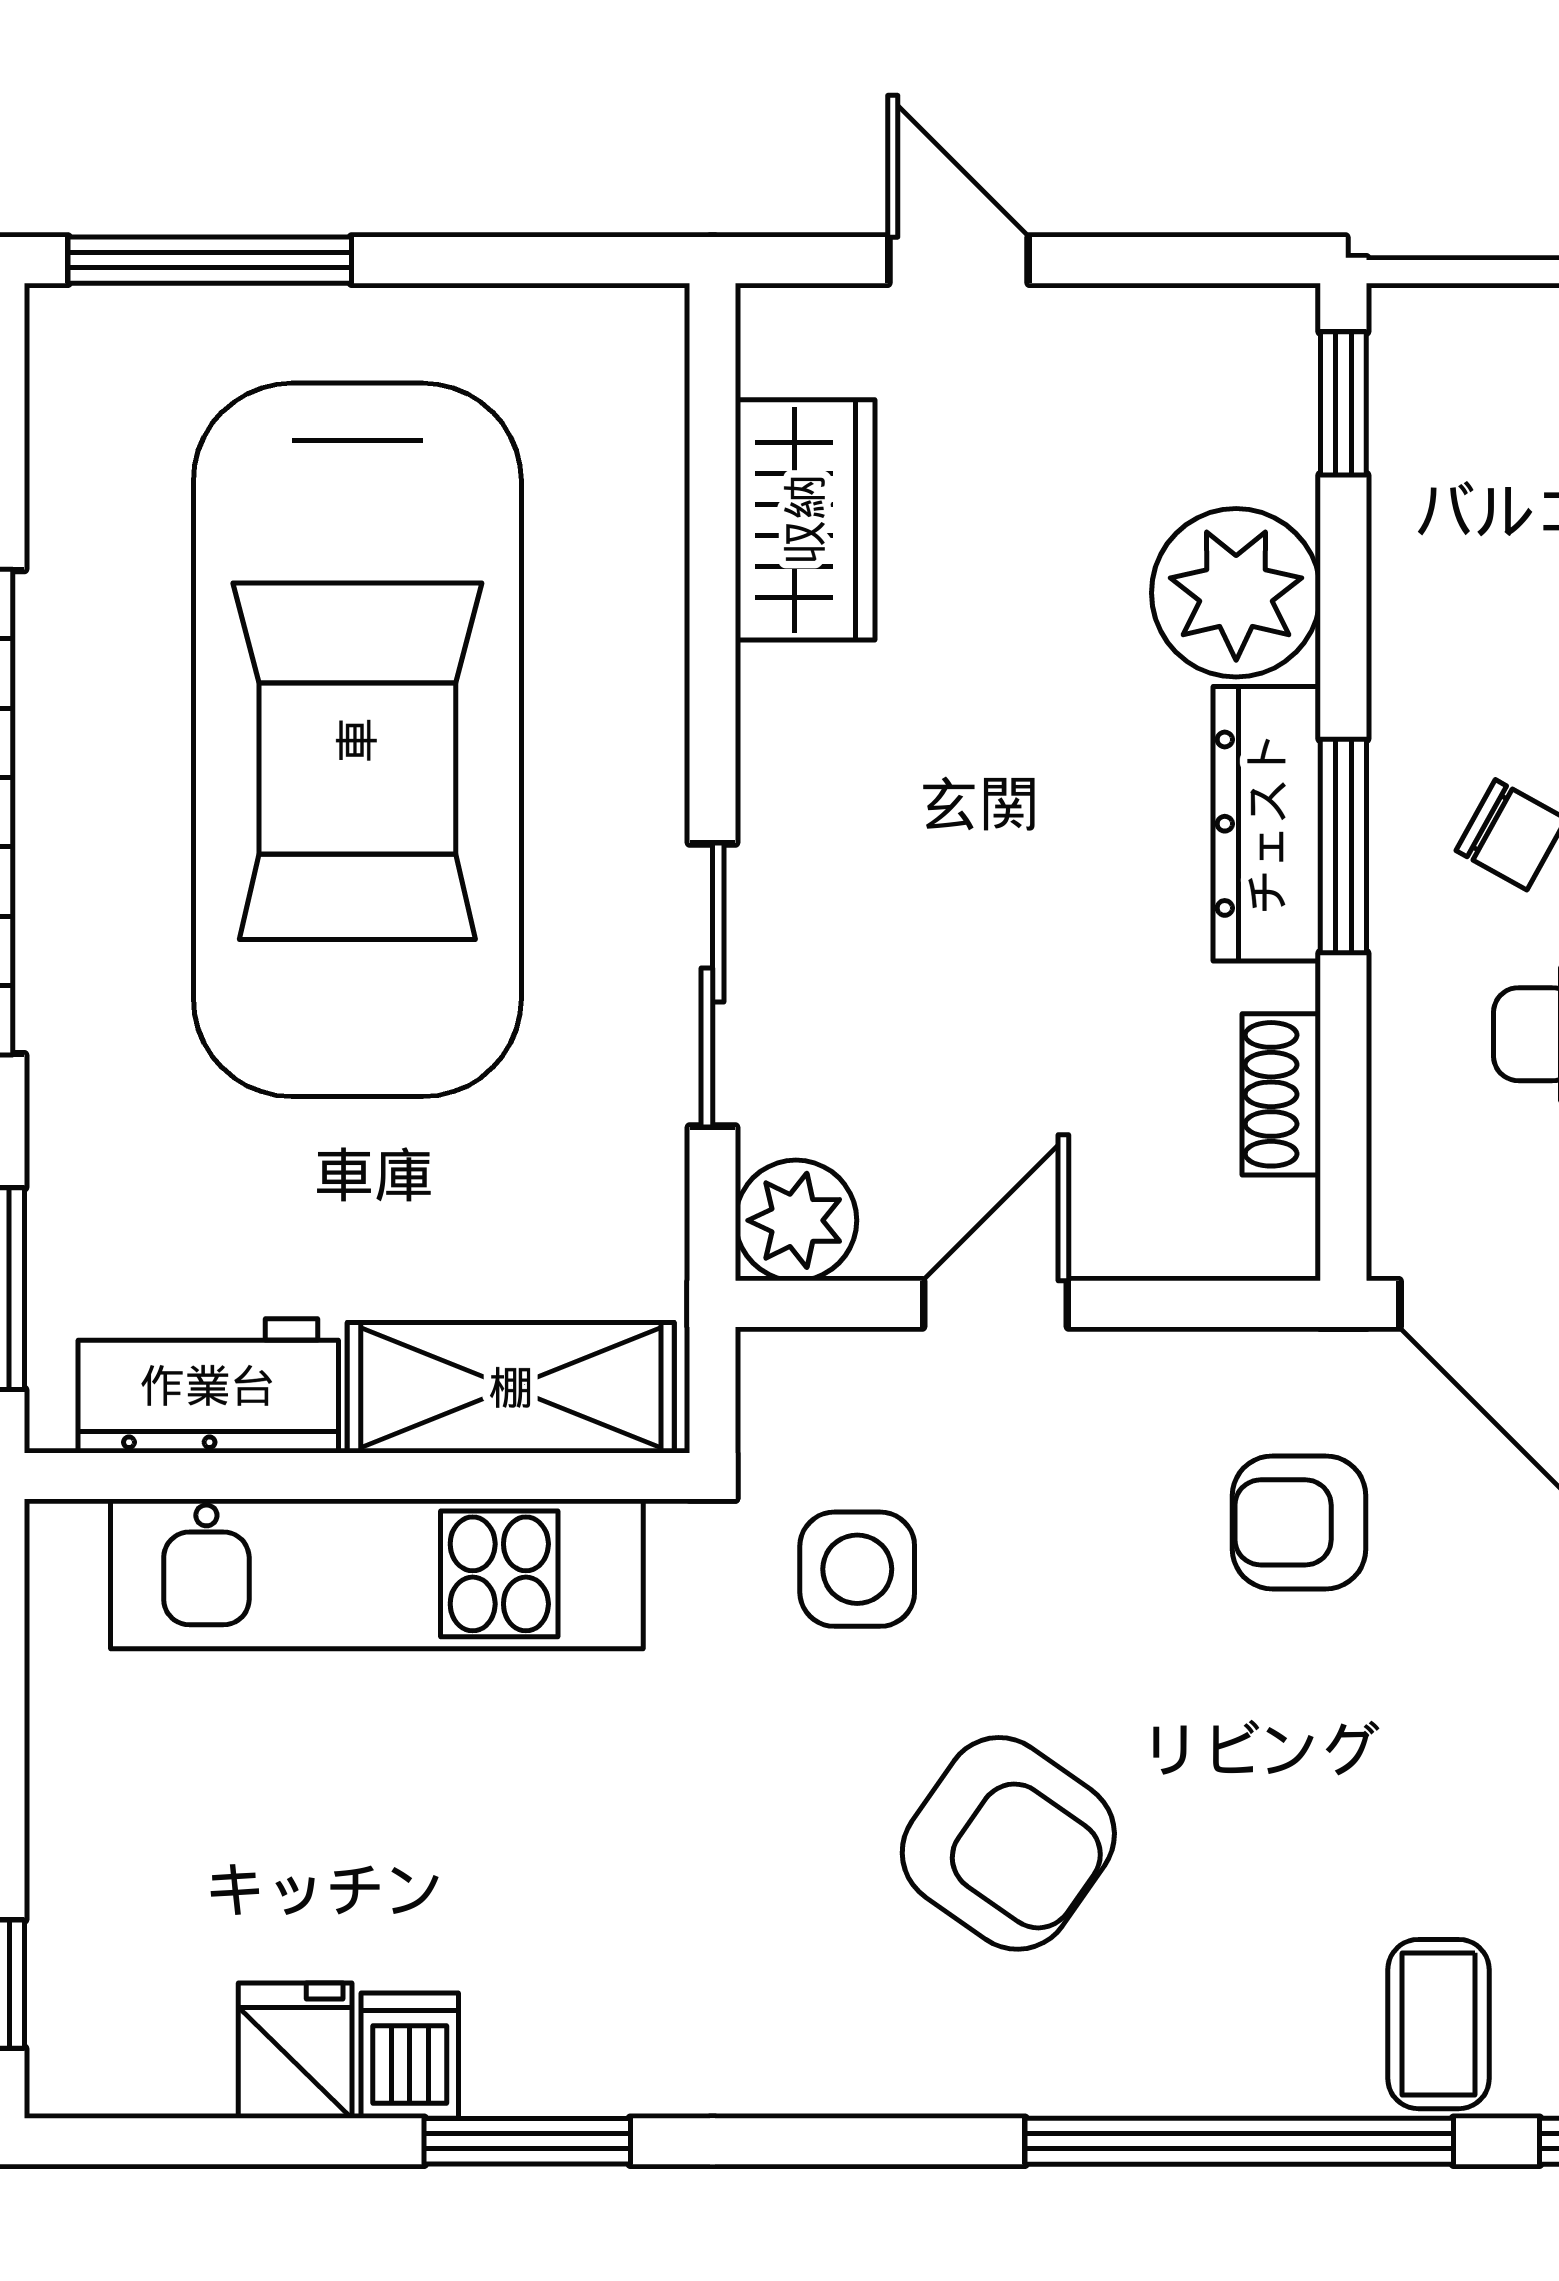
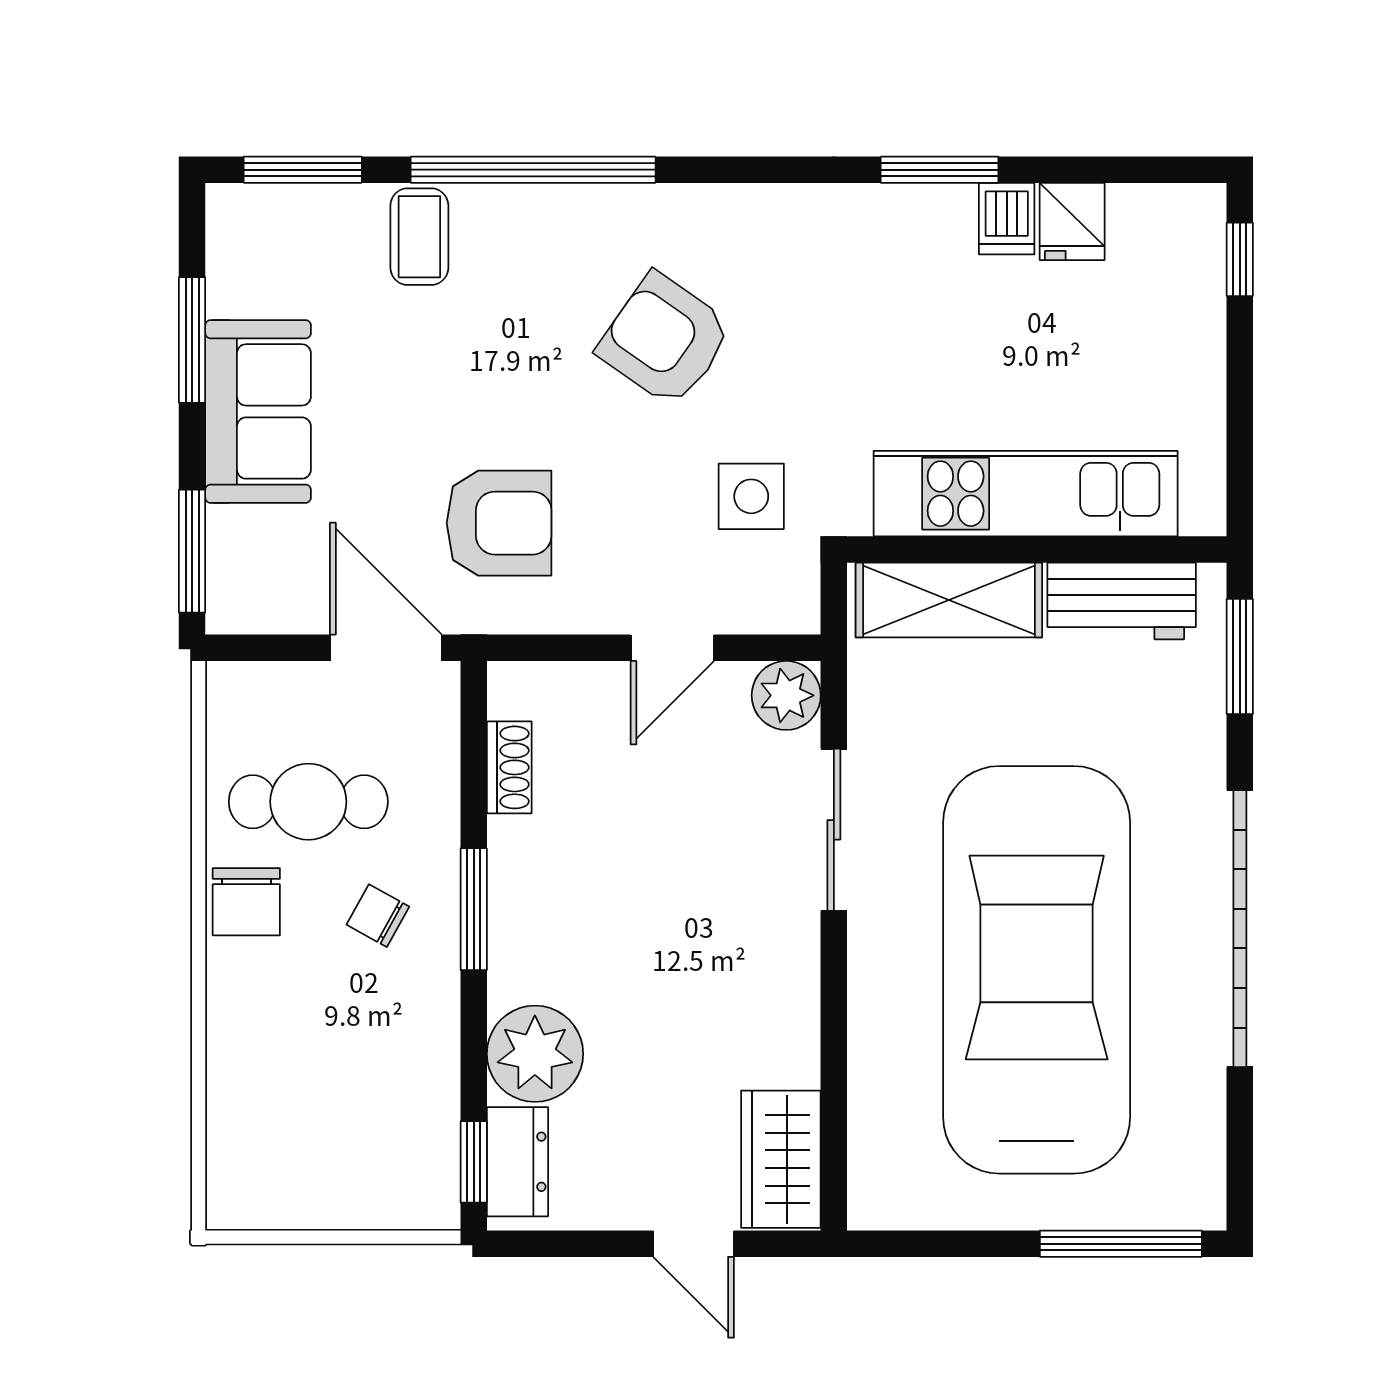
wardrobe: (805, 520) -> (781, 1159), moved
dresser: (1267, 824) -> (517, 1162), moved, width x0.70
armchair: (1299, 1522) -> (499, 523), width x1.38, depth x1.38

